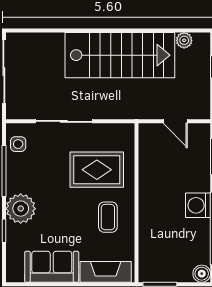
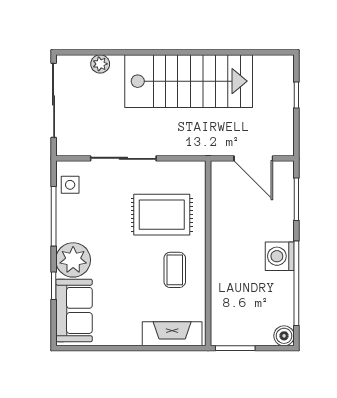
plant: (184, 40) -> (100, 64), moved
door: (175, 121) -> (253, 158), width x1.38
sofa: (52, 267) -> (74, 310), moved, turned 90

